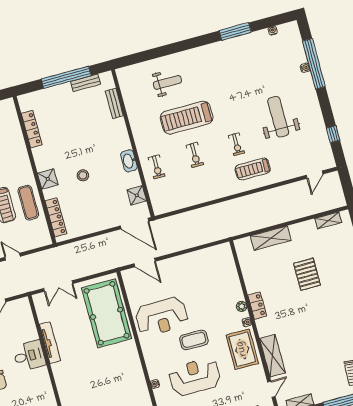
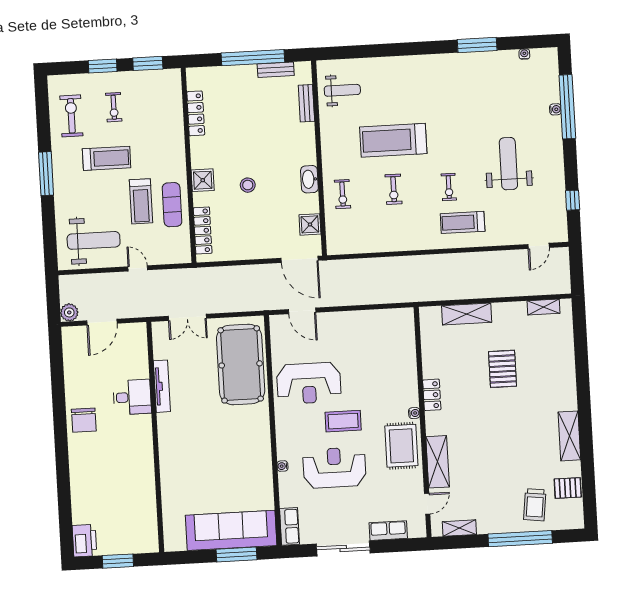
weight bench: (167, 82) -> (342, 90), moved
plant: (242, 306) -> (412, 392), removed

